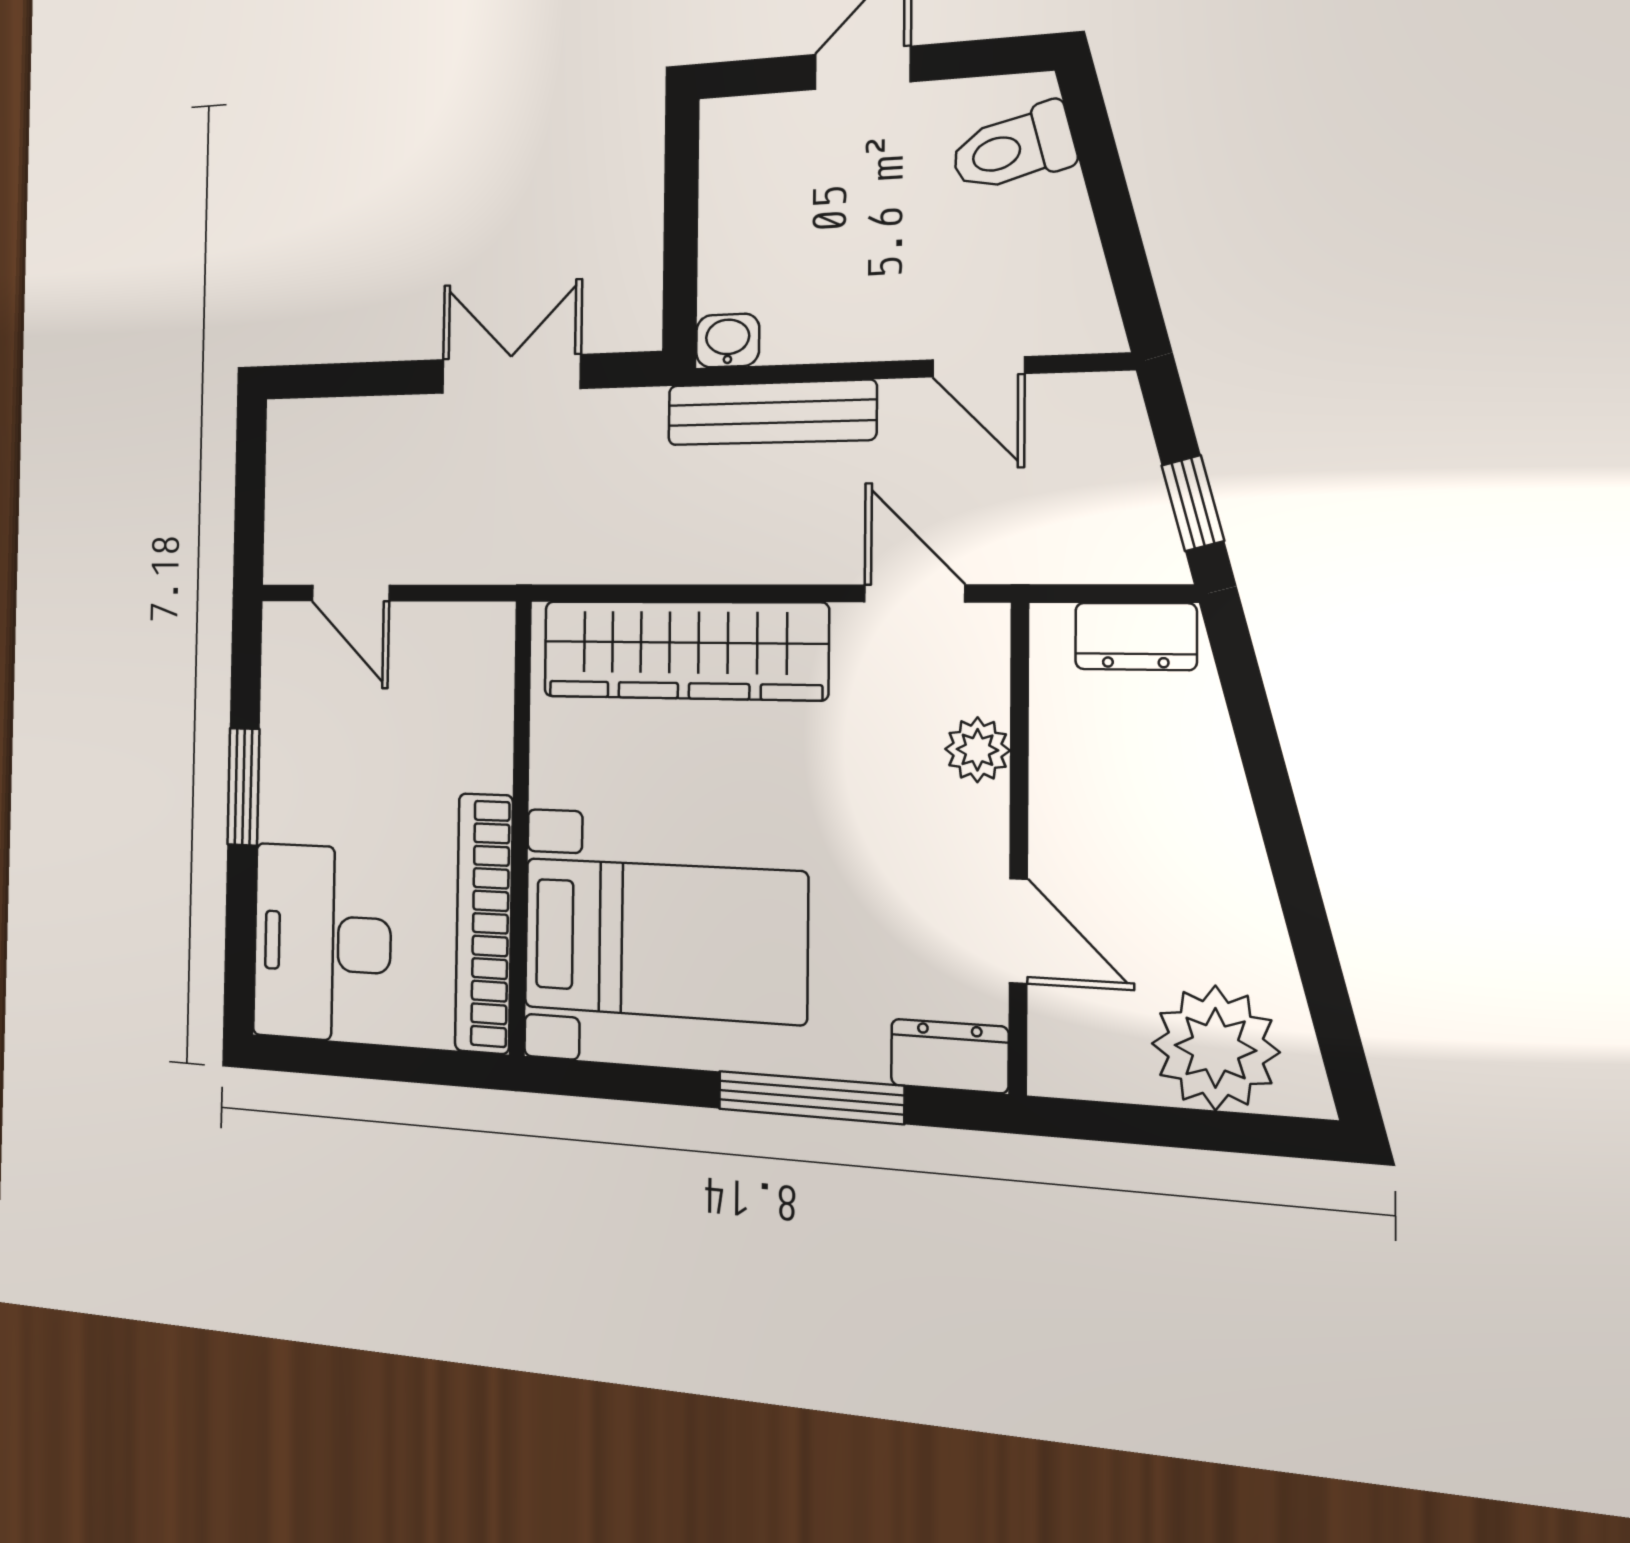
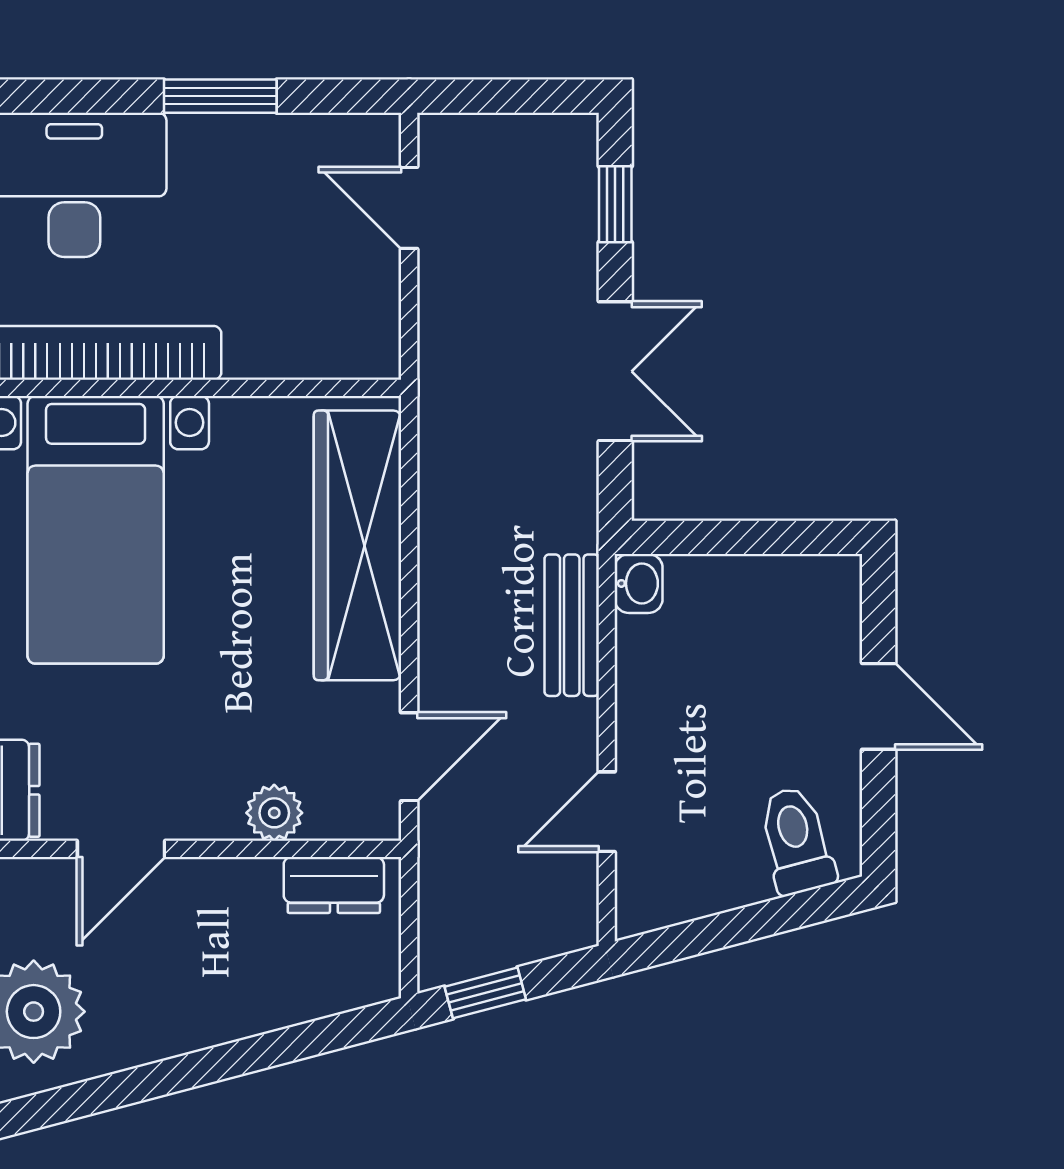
window: (351, 380) -> (615, 204), added
bench: (771, 413) -> (572, 625), width x0.73
door: (350, 593) -> (409, 208), hinge flipped
dresser: (1136, 636) -> (334, 885), moved, turned -90

